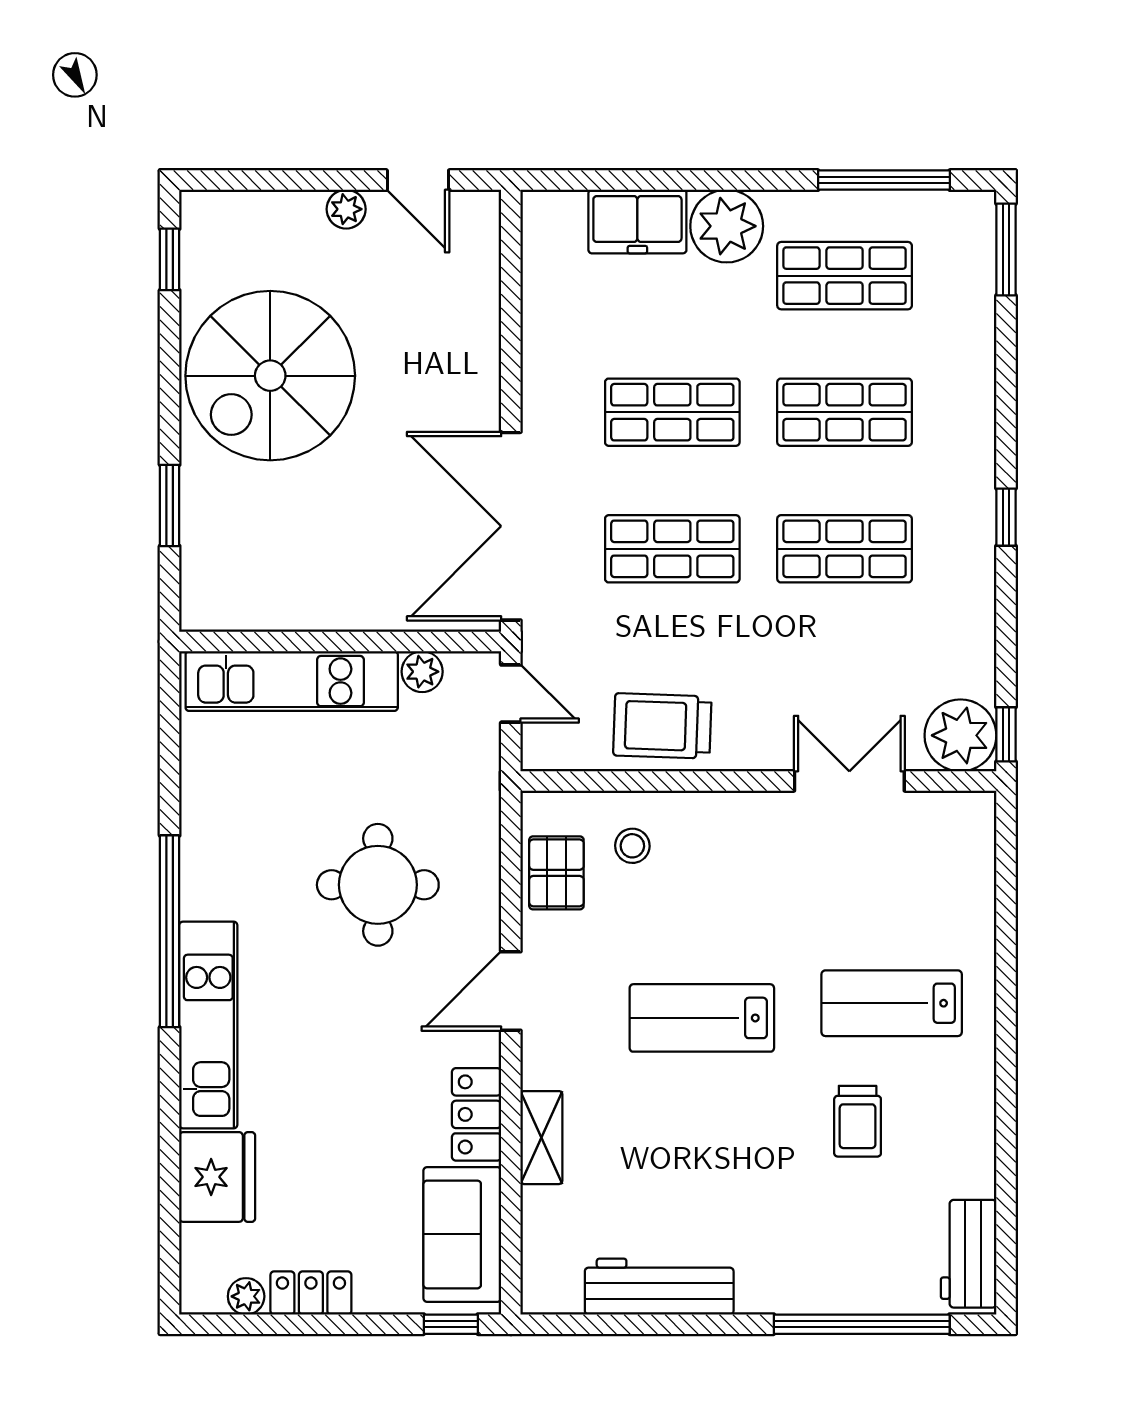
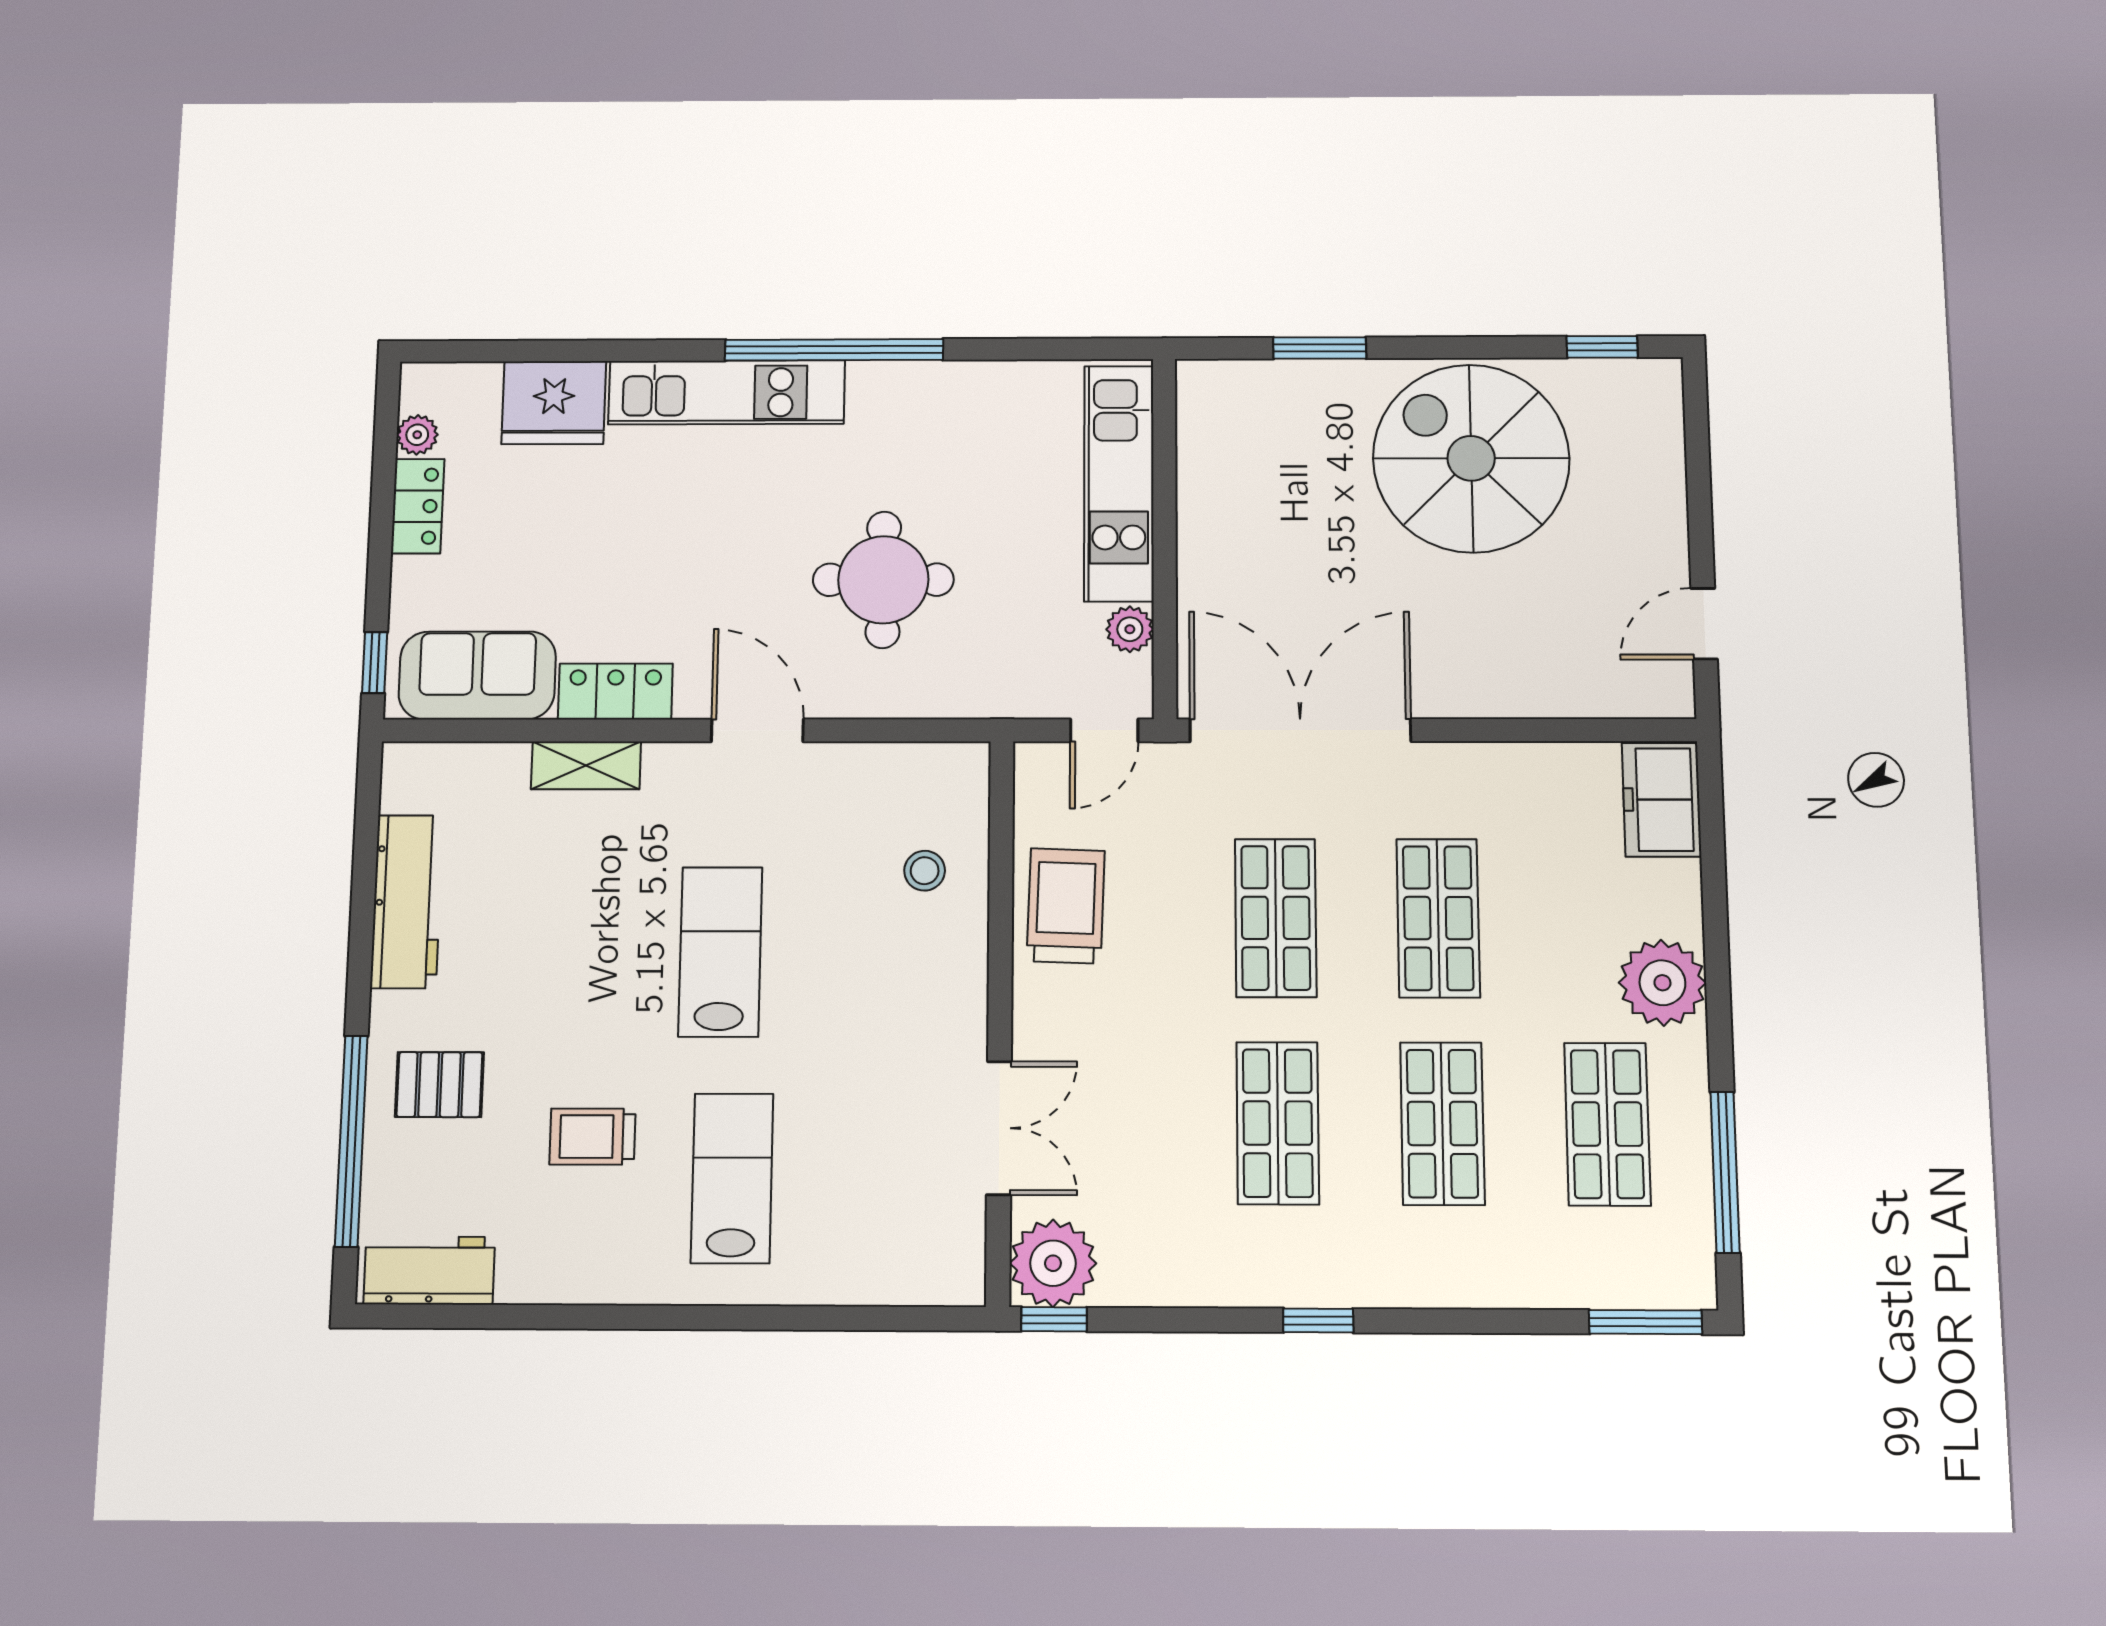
plant: (346, 209) -> (1667, 543), removed
freezer: (637, 222) -> (1662, 800), moved
pallet: (556, 873) -> (439, 1085), moved

